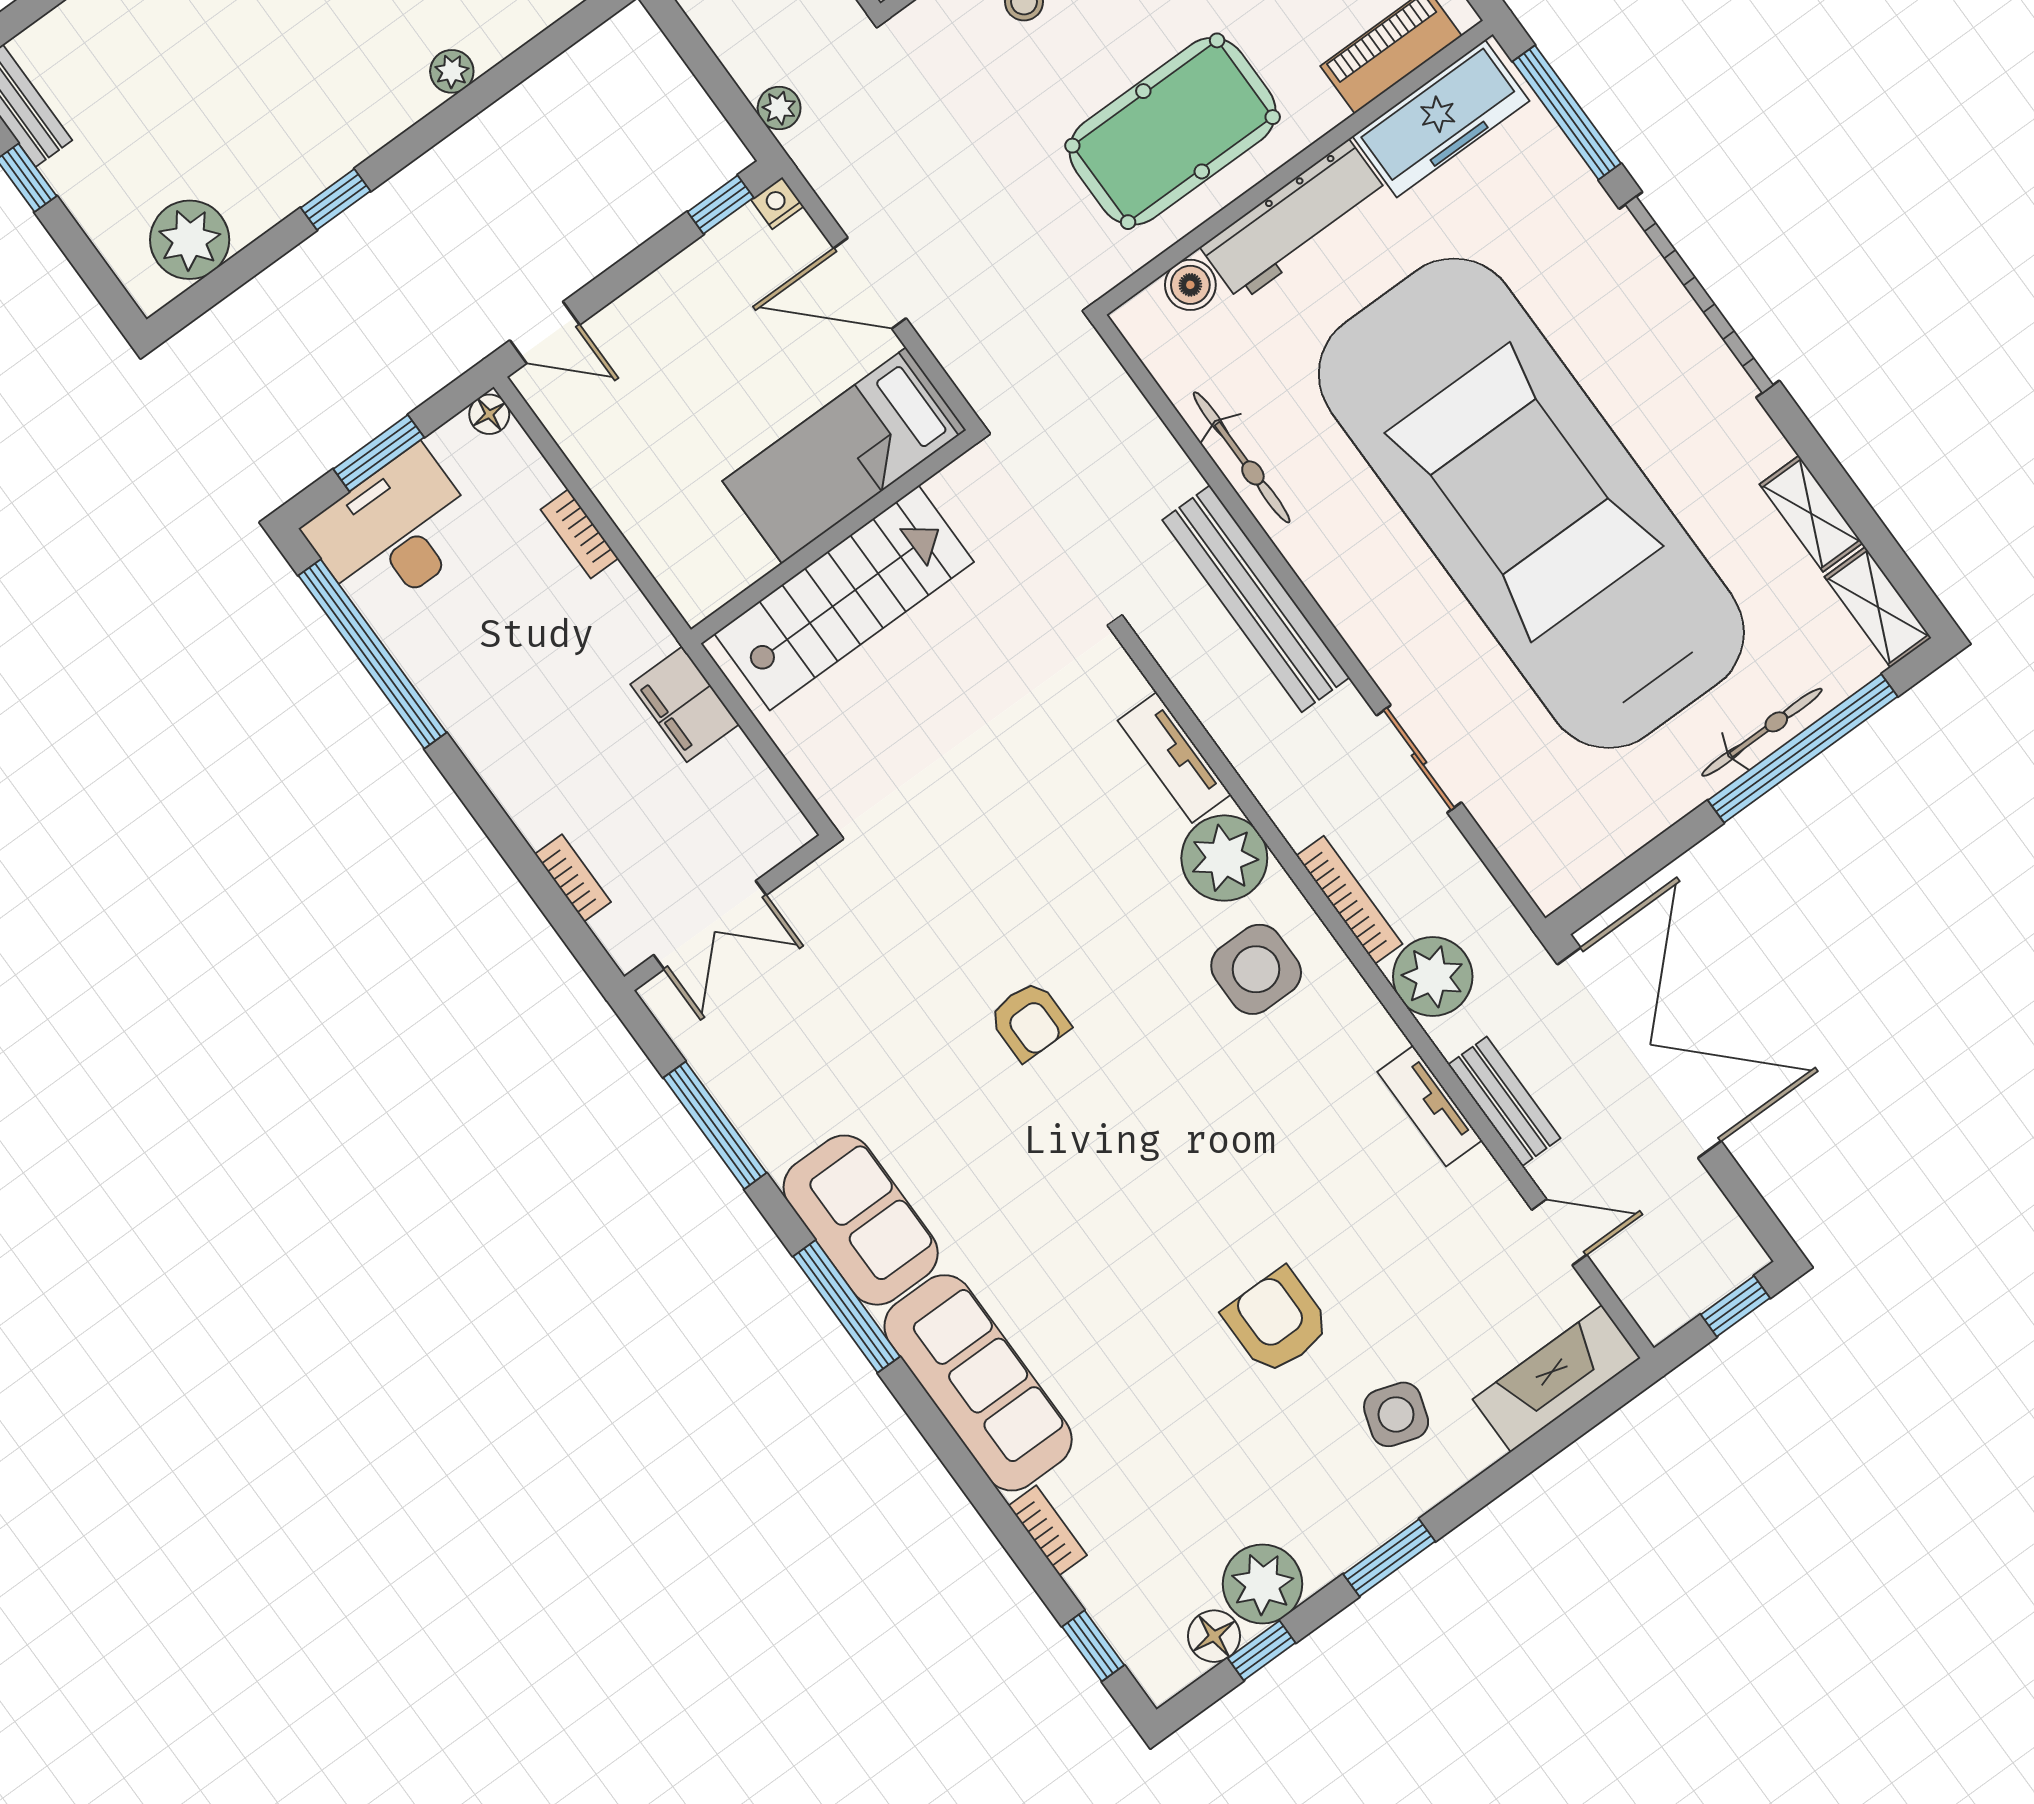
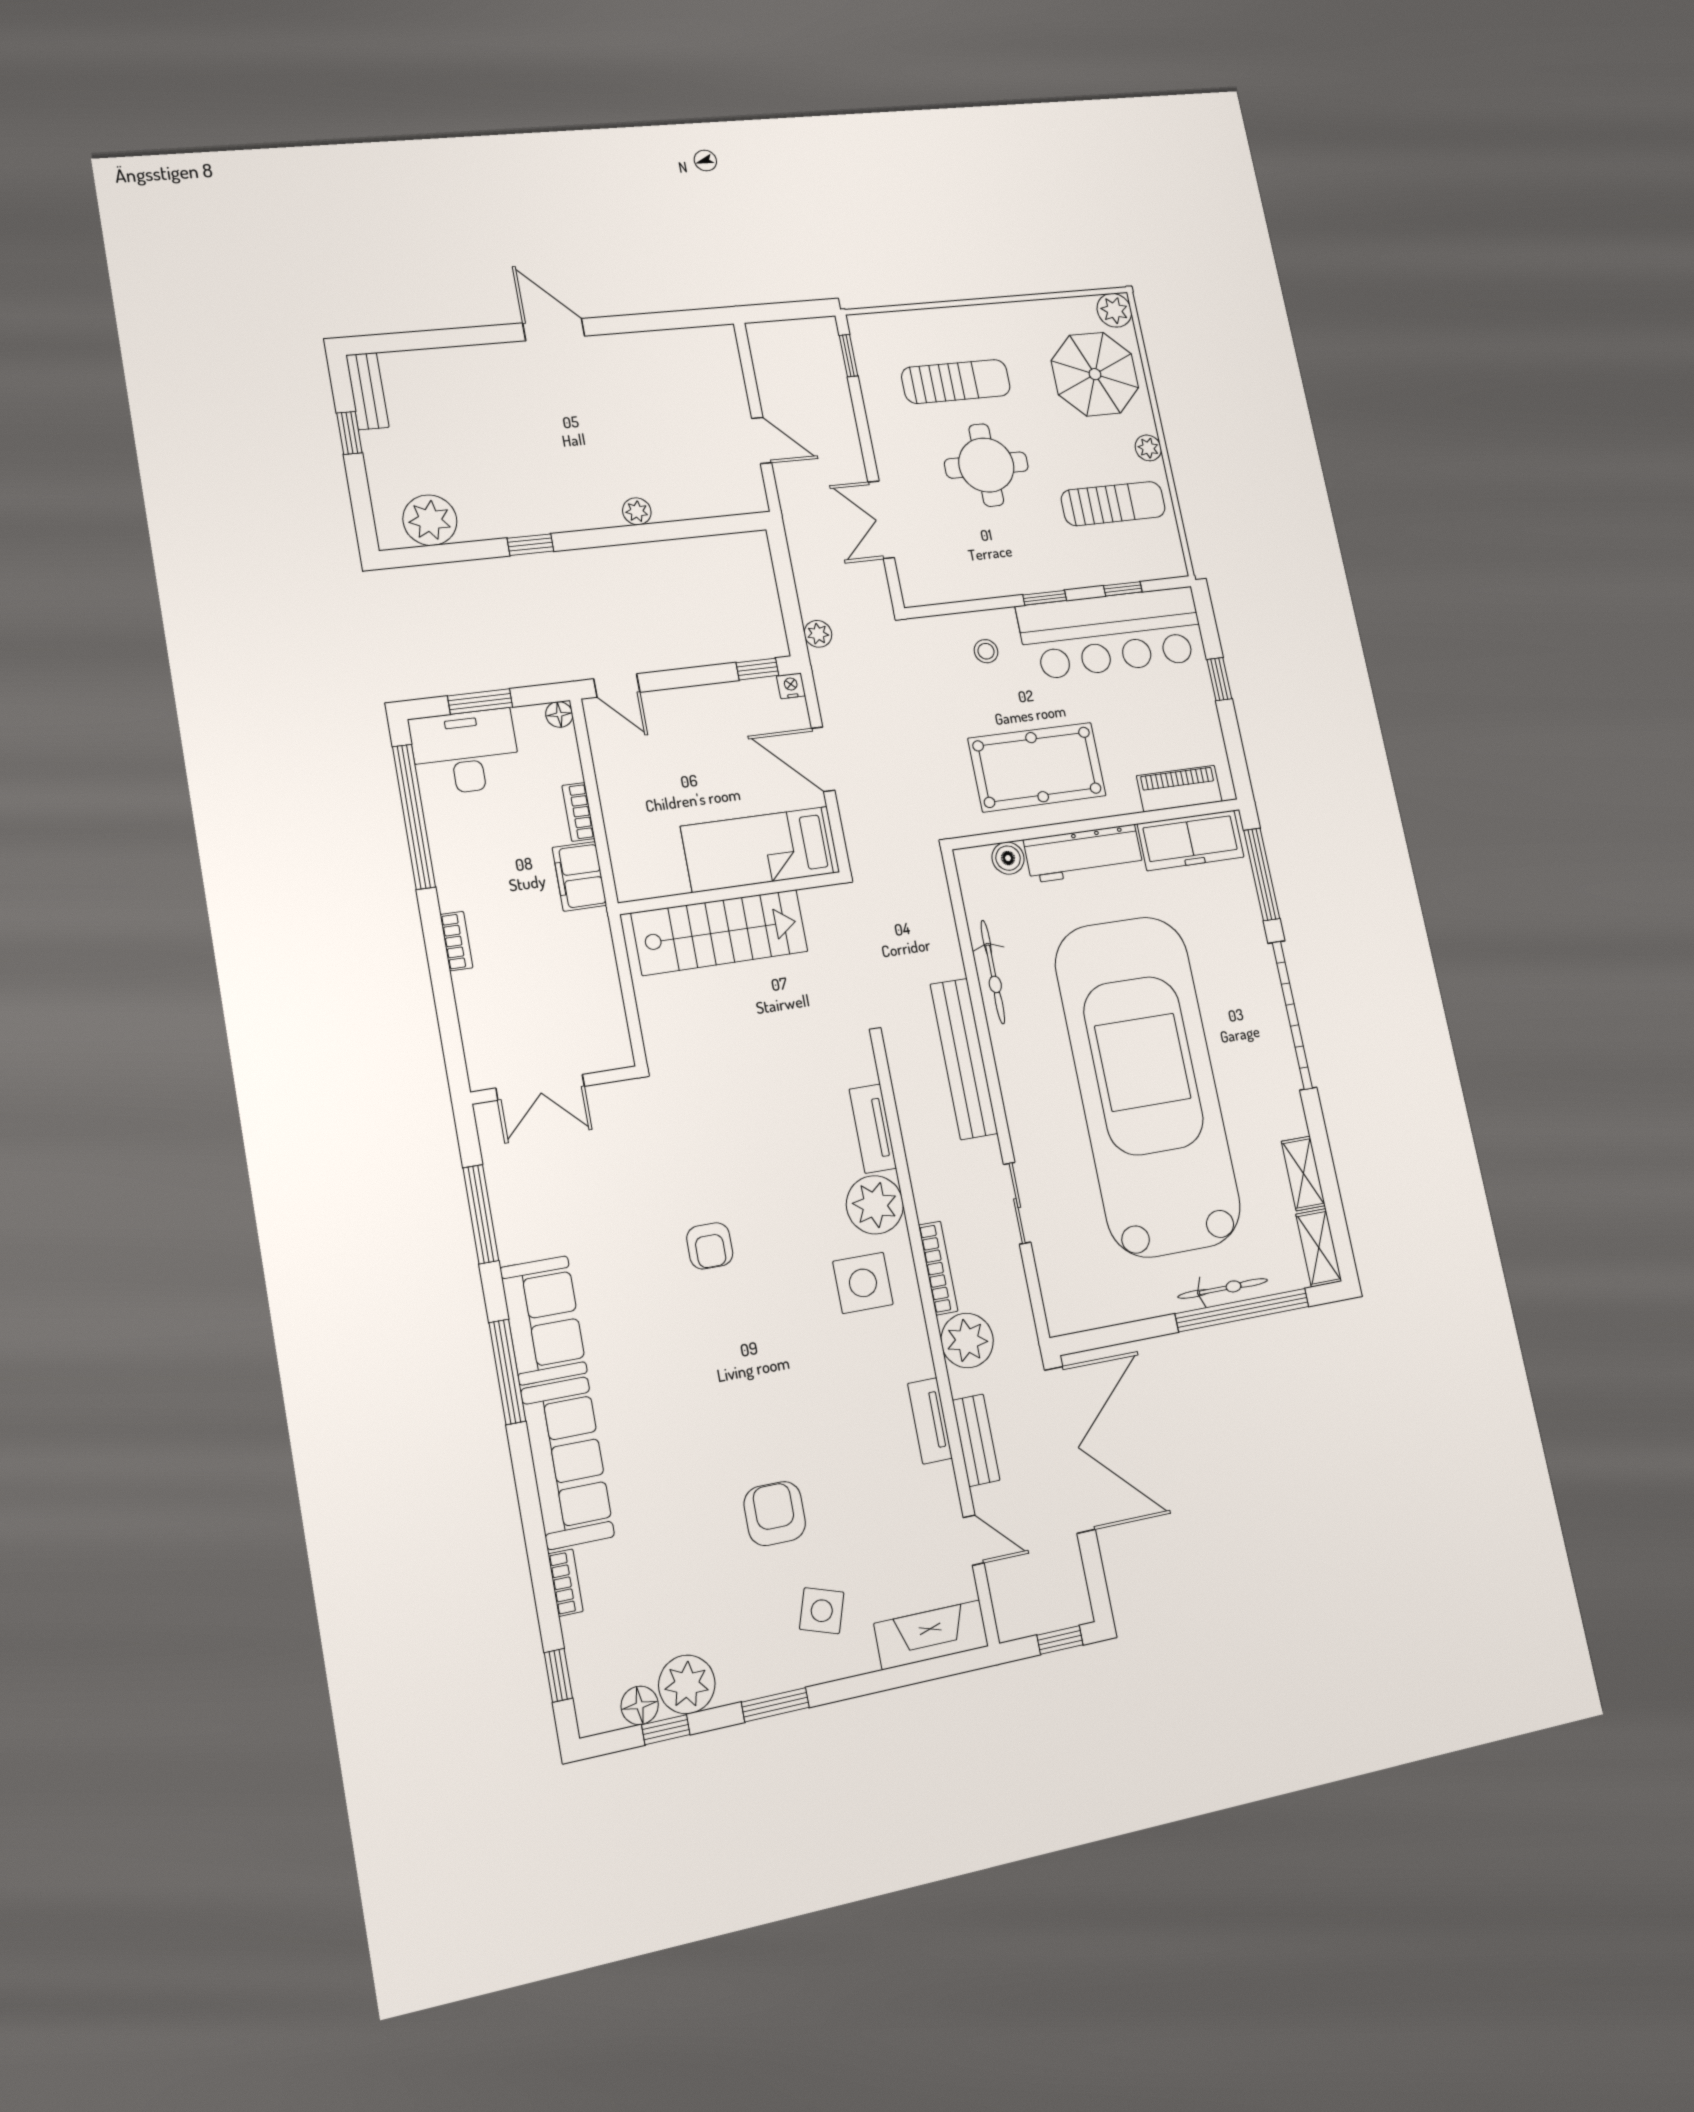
filing cabinet: (685, 704) -> (579, 876), moved
bookcase: (573, 878) -> (457, 941), moved

